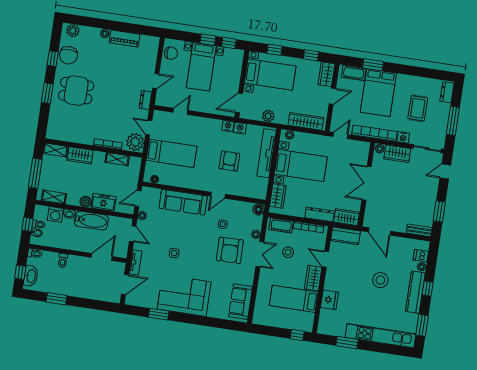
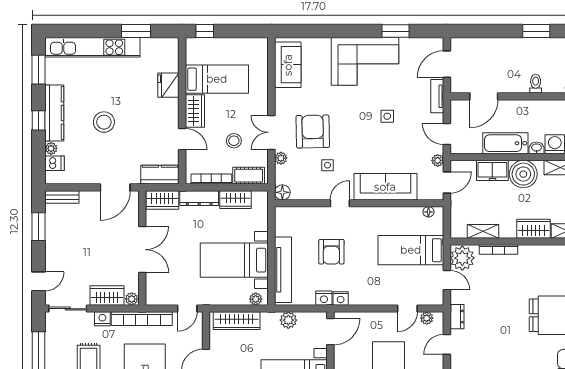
plant: (167, 102) -> (427, 318), added
wardrobe: (278, 196) -> (235, 200), moved, turned -90
boiler: (86, 202) -> (523, 174), width x1.86, depth x1.86
door: (379, 231) -> (115, 187), swing flipped

